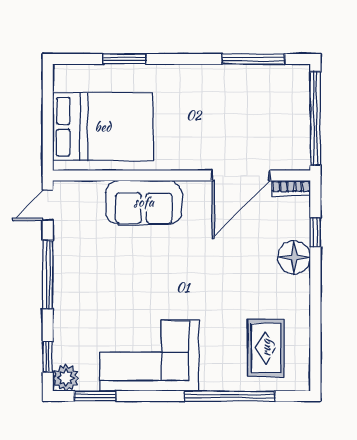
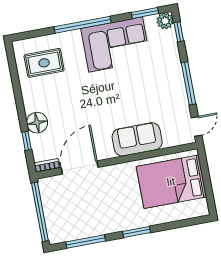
window: (125, 59) -> (137, 232), moved
rug: (266, 348) -> (44, 63), turned 90
window: (230, 396) -> (83, 25), moved

